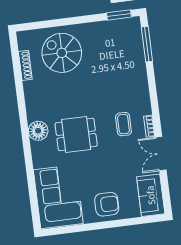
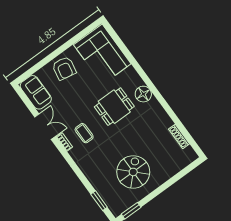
window: (147, 44) -> (99, 201), width x0.69
spiral stairs: (62, 53) -> (133, 172), moved, turned -90
armchair: (107, 204) -> (64, 68), turned -79

